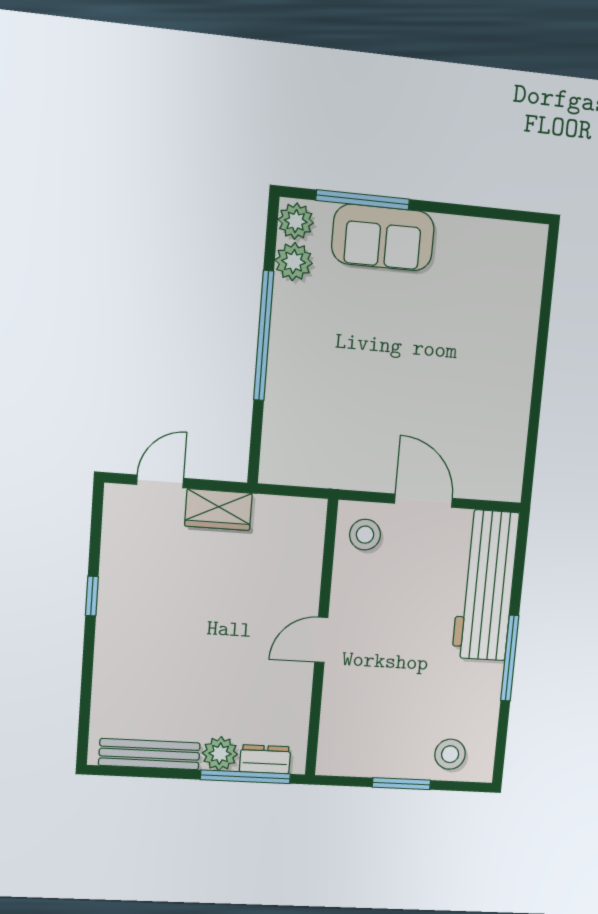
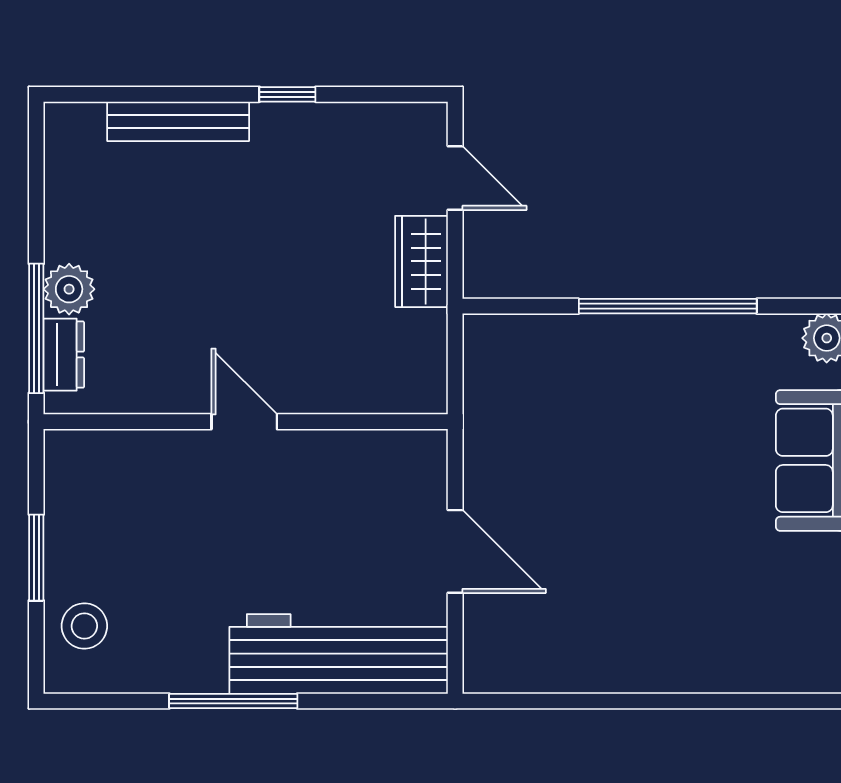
plant: (294, 262) -> (772, 340), removed
door: (423, 501) -> (455, 551), hinge flipped
stool: (365, 535) -> (401, 472), removed
bench: (149, 754) -> (178, 121), moved, turned 90

